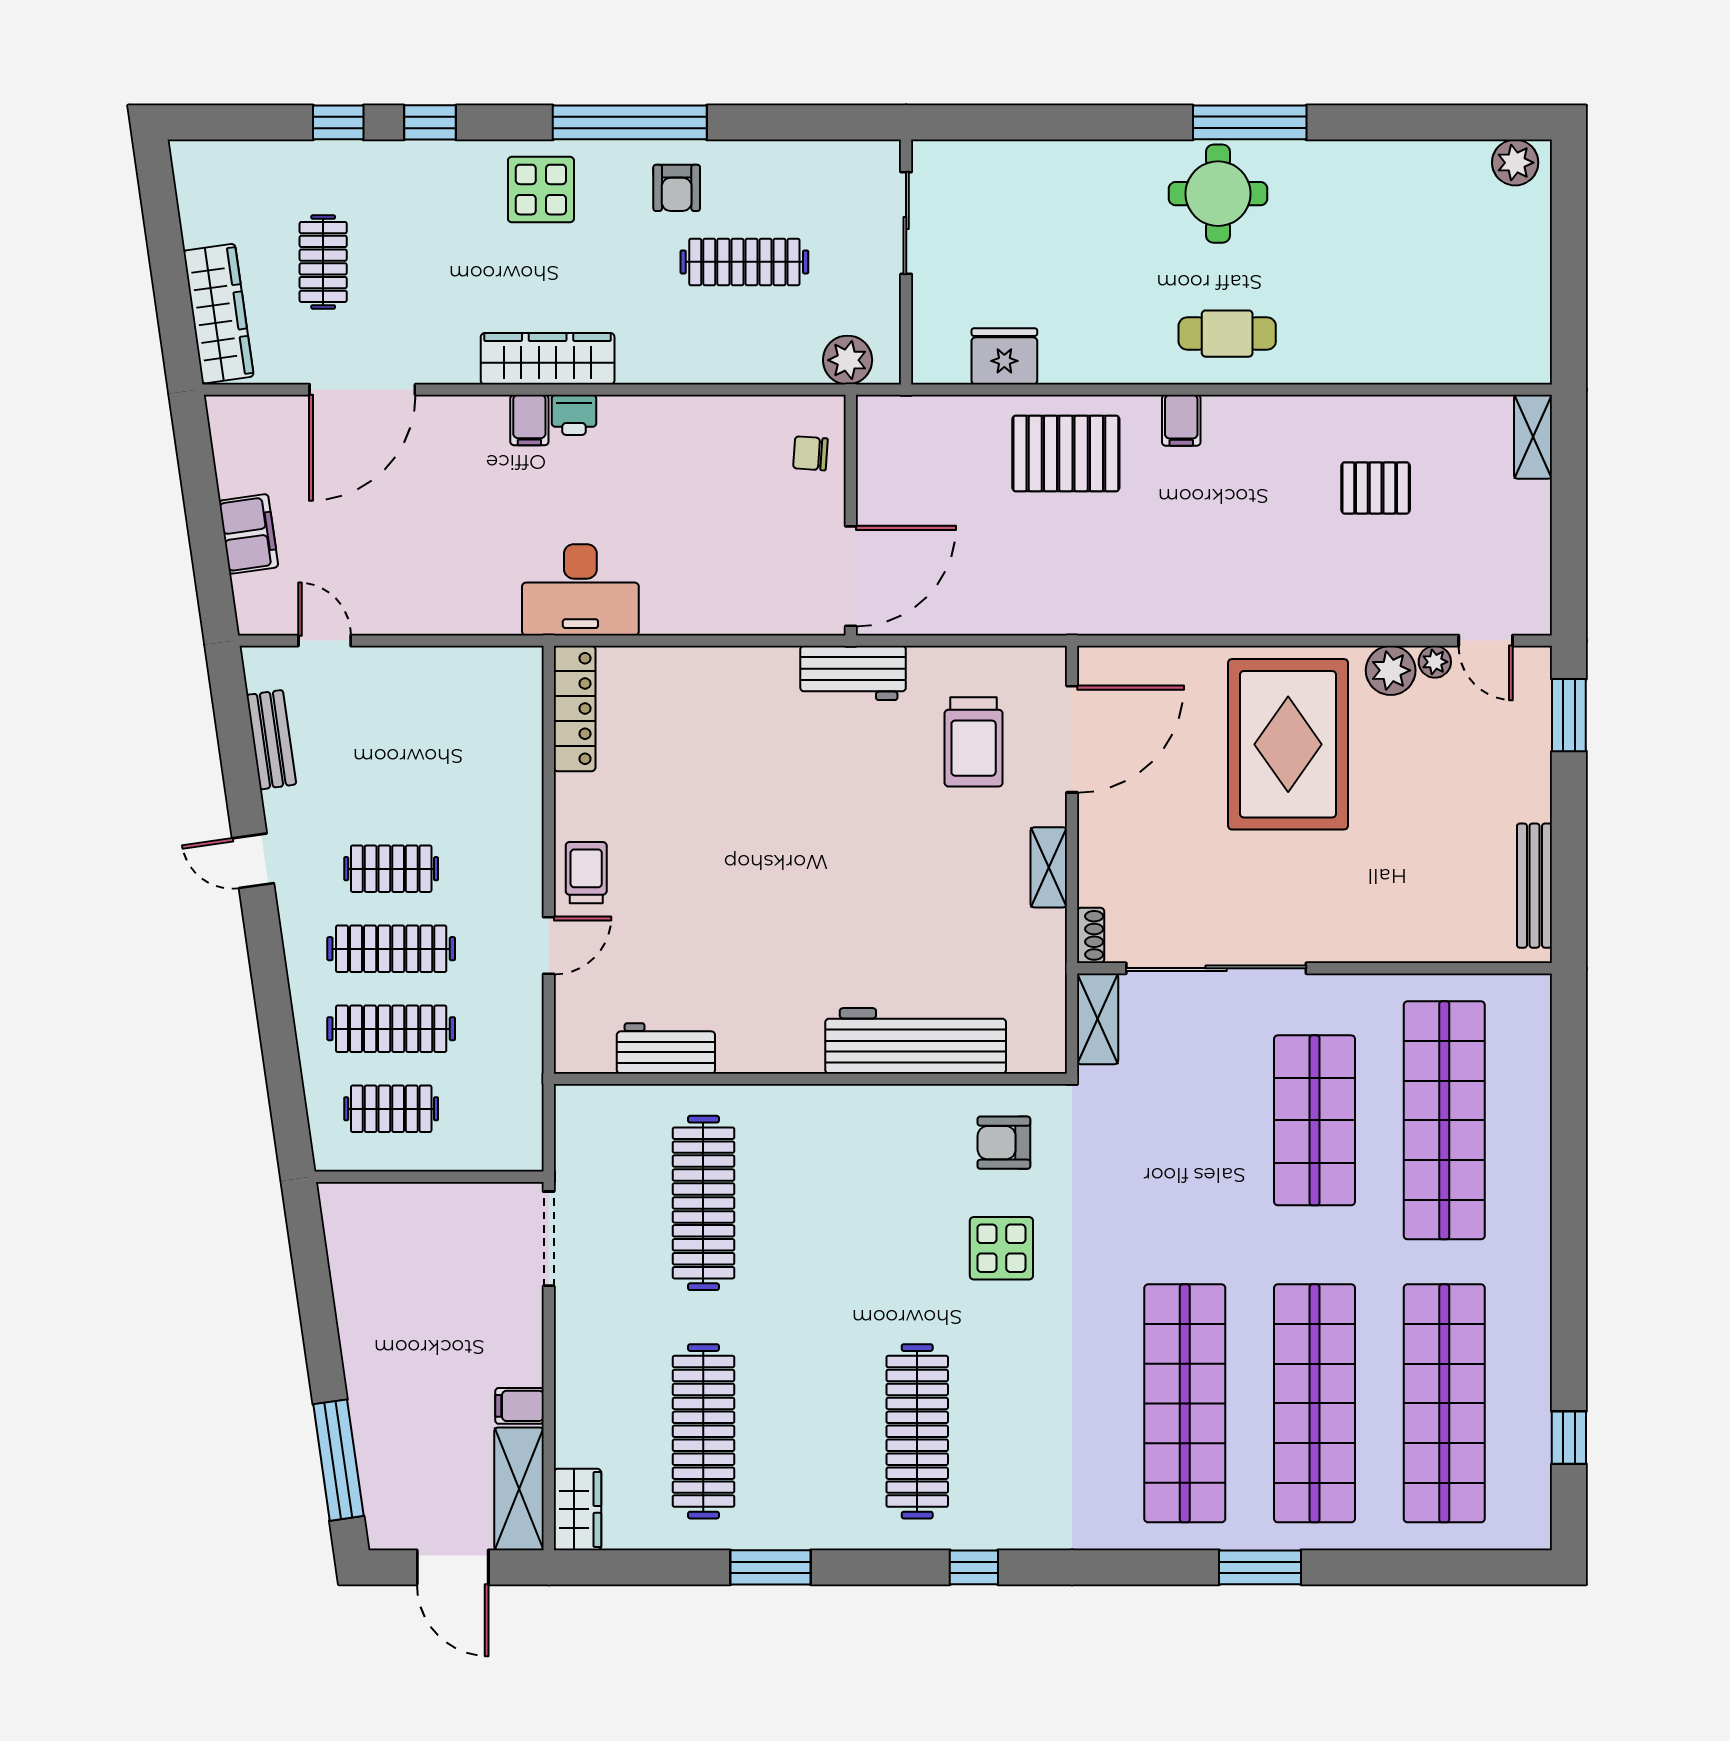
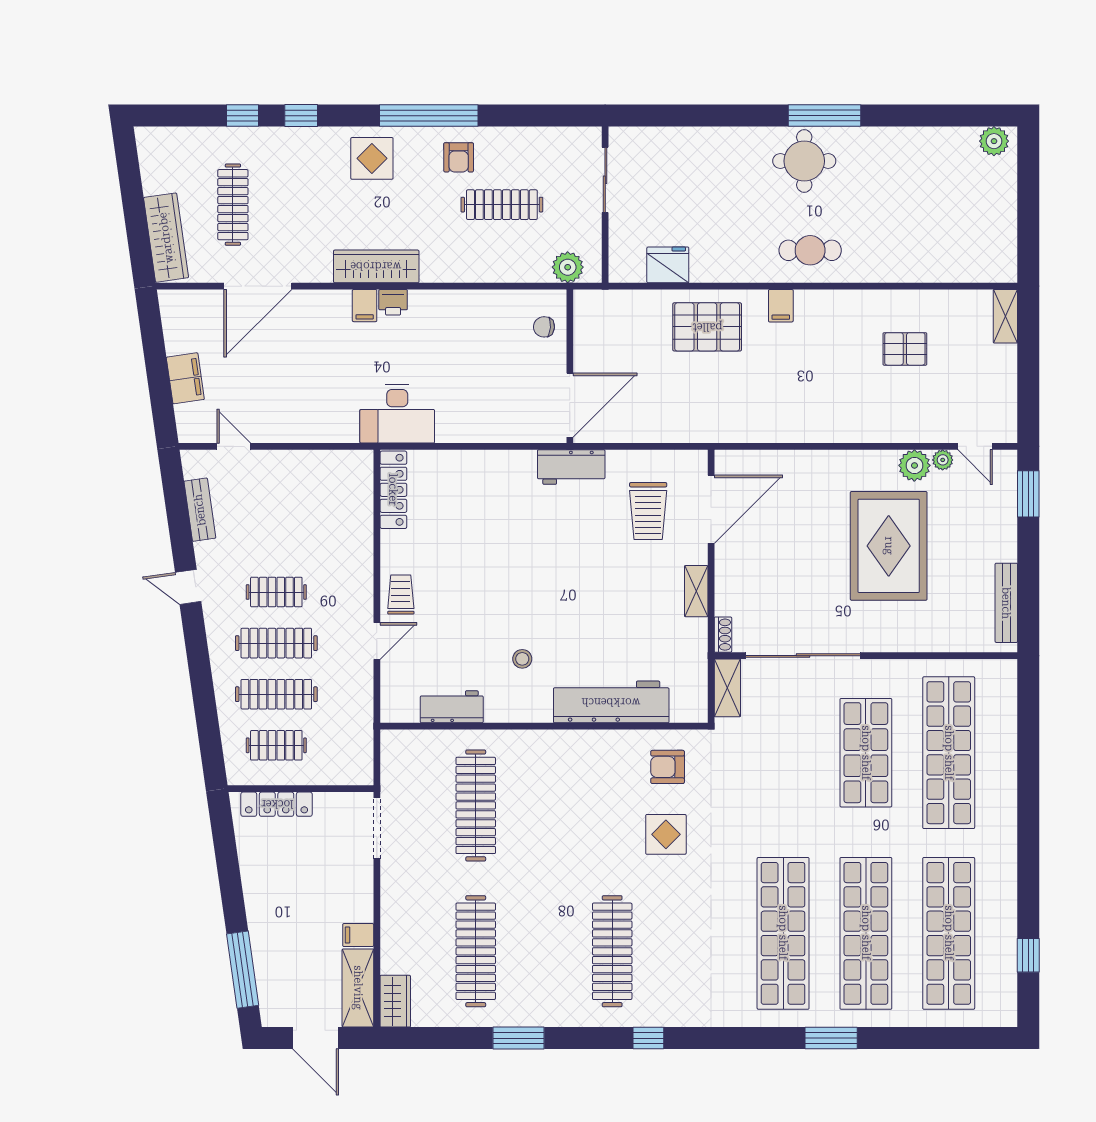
clothes rail: (323, 262) -> (233, 205), width x1.36
rug: (1288, 744) -> (889, 546), moved
stool: (776, 973) -> (522, 659), added
locker: (391, 1201) -> (277, 804), added

